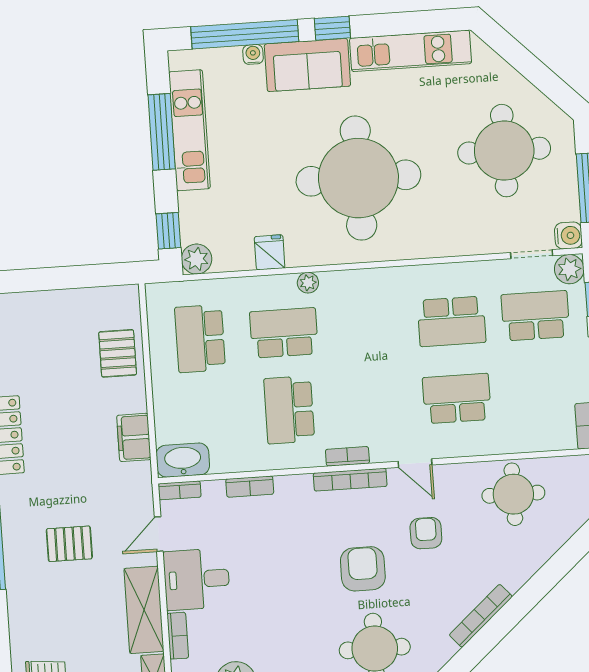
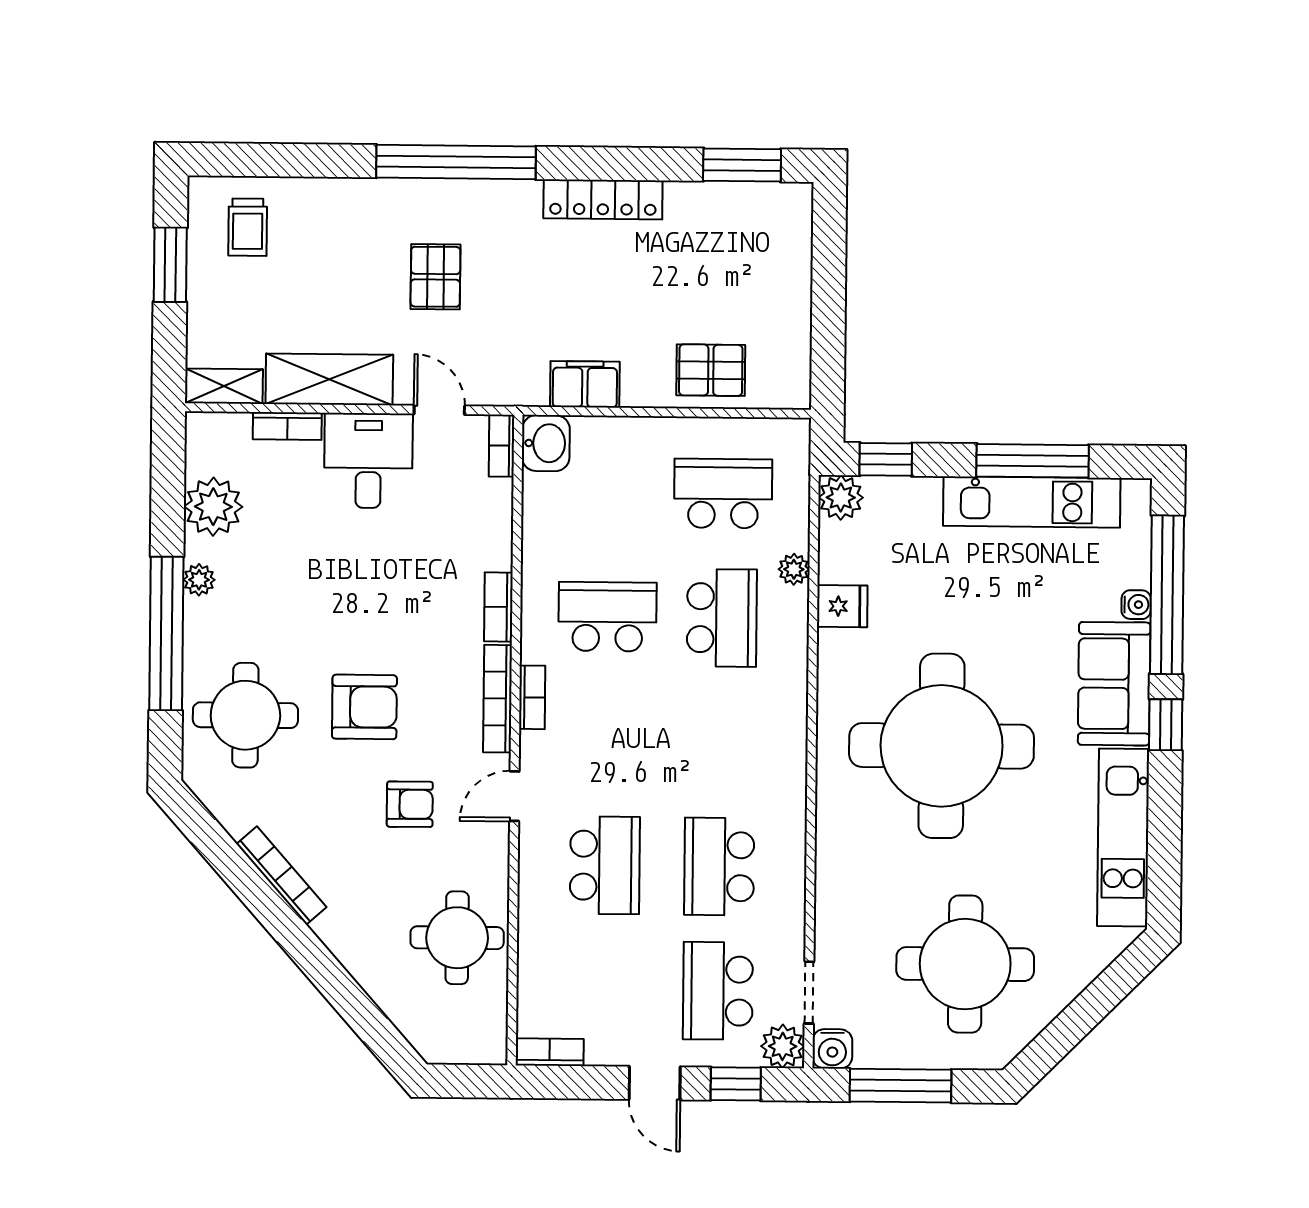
plant: (308, 283) -> (794, 569), moved
school desk: (535, 316) -> (718, 991), turned 180
washbasin: (183, 460) -> (546, 443), width x0.72
bookcase: (250, 487) -> (498, 607), moved

